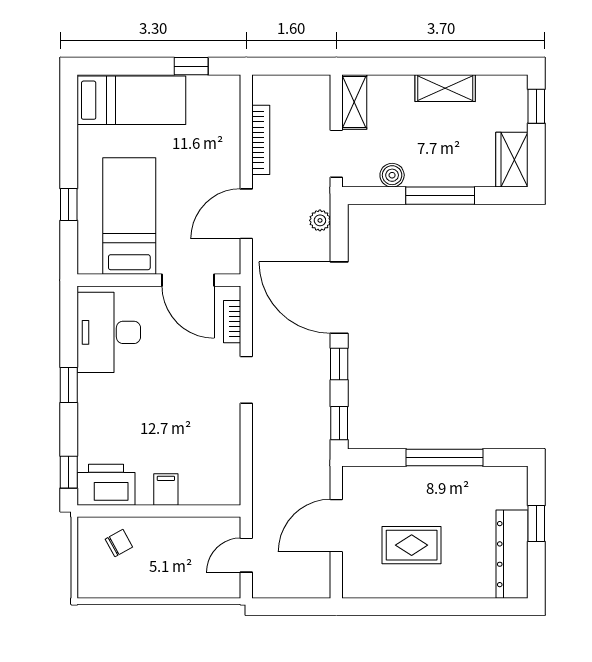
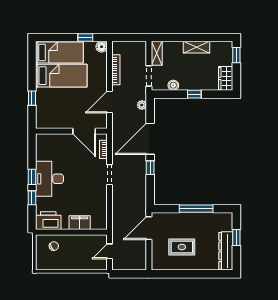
floor lamp: (228, 87) -> (102, 47), added
window: (440, 196) -> (194, 94), width x0.46
bed: (129, 216) -> (61, 76), moved, turned 90
door: (339, 298) -> (150, 139), hinge flipped
desk: (109, 332) -> (49, 179), moved
window: (339, 423) -> (150, 194), removed
window: (69, 472) -> (32, 198), moved
filing cabinet: (166, 490) -> (80, 223), width x2.00
door: (336, 526) -> (149, 228), moved

